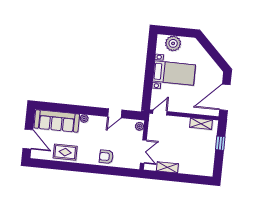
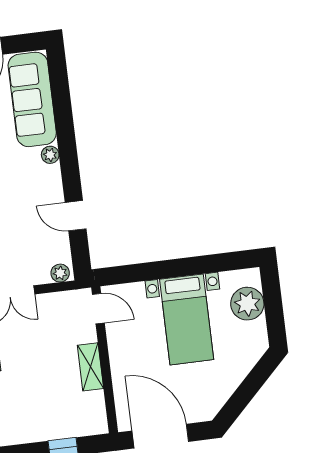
shelving: (201, 124) -> (90, 367), moved

